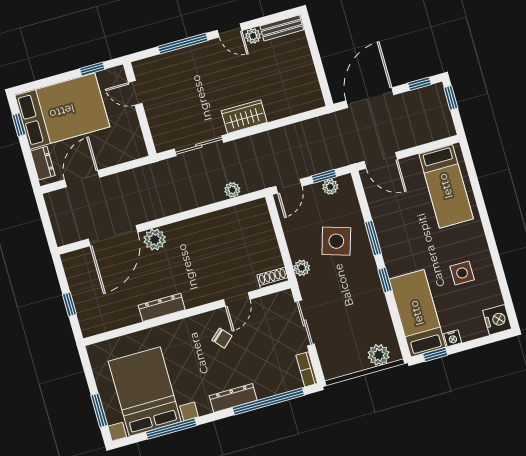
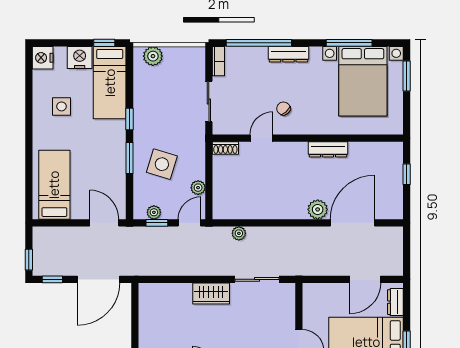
plant: (302, 268) -> (198, 188), moved
nightstand: (453, 338) -> (80, 57), width x1.89, depth x1.79

